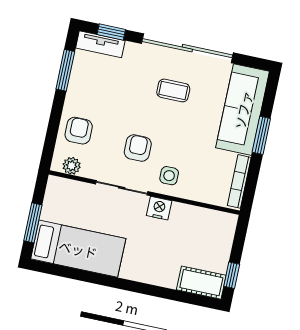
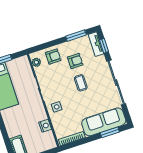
coffee table: (173, 90) -> (81, 83), moved
window: (261, 135) -> (110, 132), moved
armchair: (138, 148) -> (75, 61), moved
nightstand: (159, 208) -> (45, 126), moved

